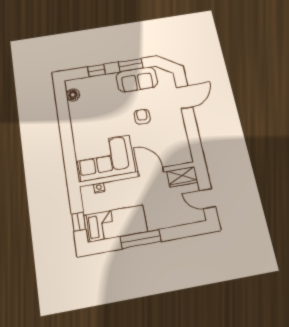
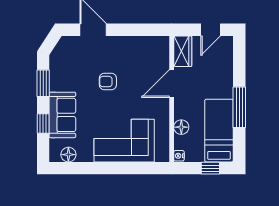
sofa: (137, 80) -> (62, 115), moved
corner sofa: (105, 158) -> (124, 141), moved, turned 90
nightstand: (99, 188) -> (179, 156), moved
floor lamp: (113, 188) -> (181, 127), added

